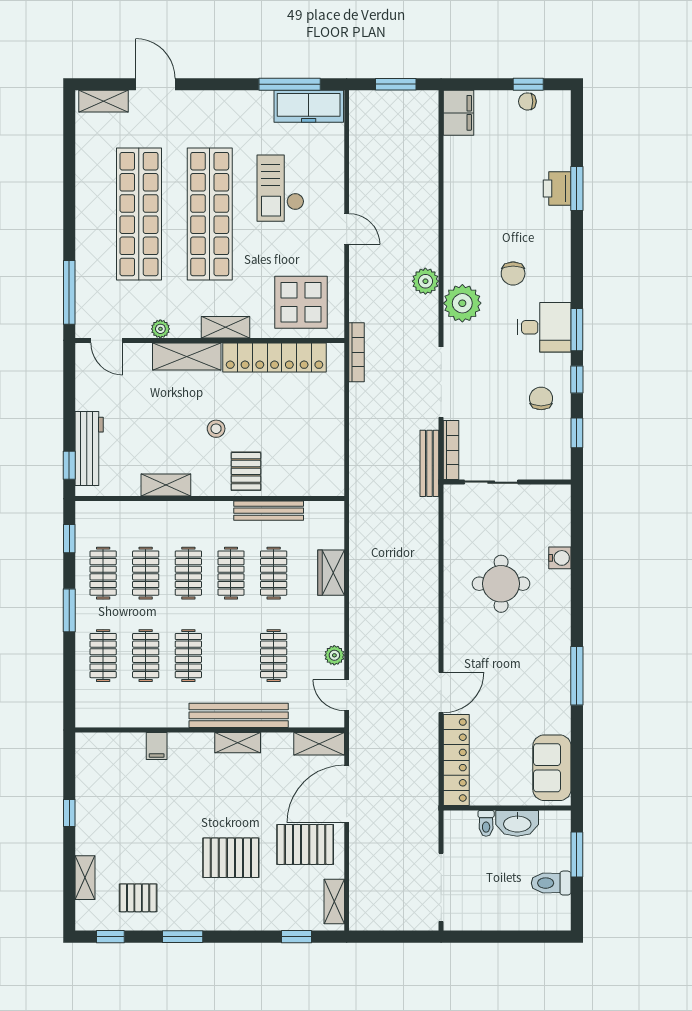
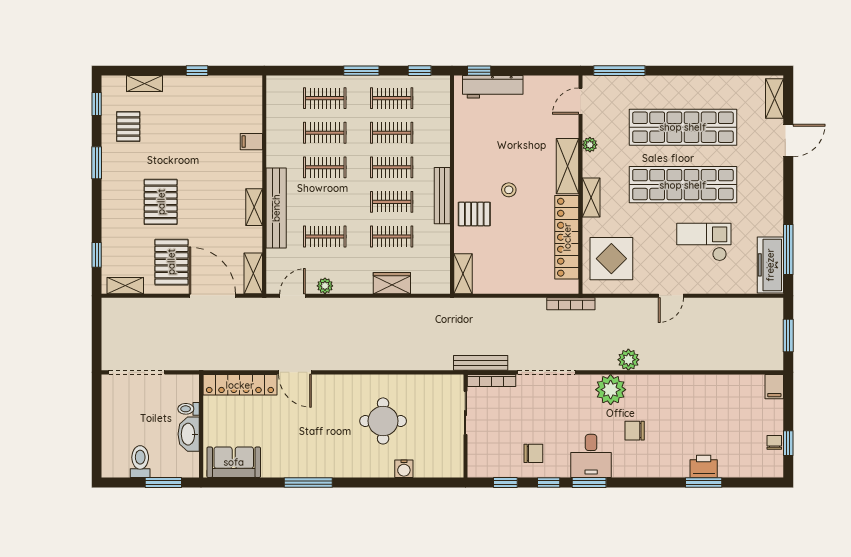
filing cabinet: (459, 113) -> (774, 387), width x0.50
shelving: (166, 485) -> (463, 274), moved
bench: (269, 511) -> (442, 196), moved

